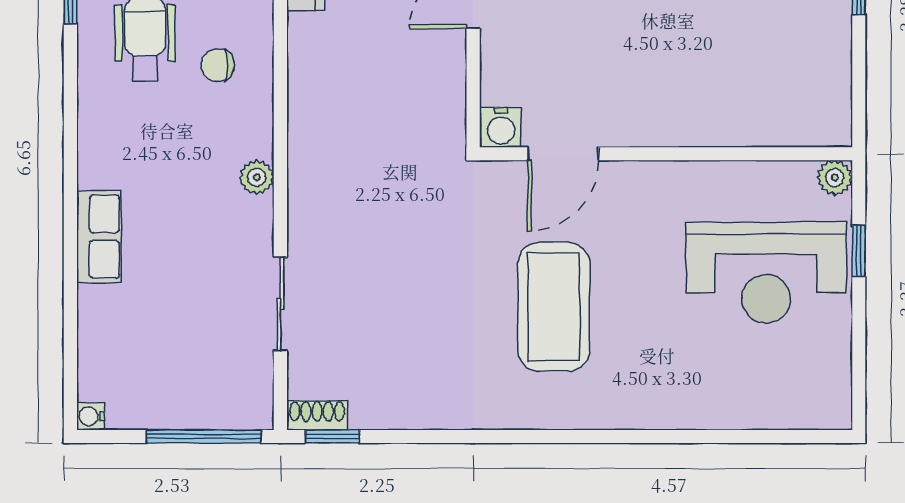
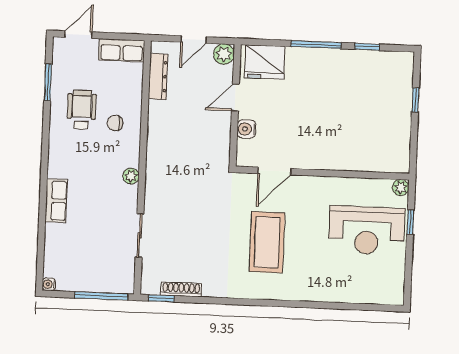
water cooler: (501, 127) -> (246, 129), moved, turned 90
shoe rack: (317, 415) -> (181, 289), moved, width x1.43

